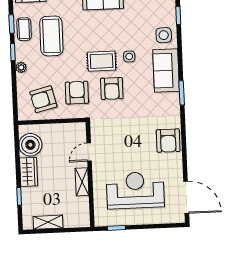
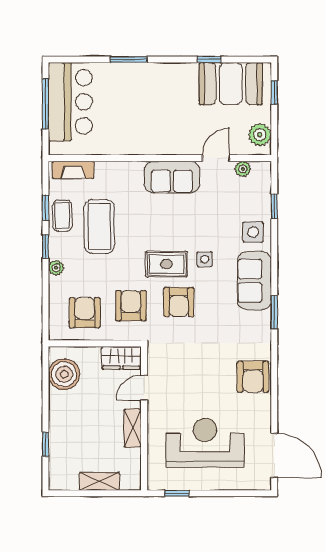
armchair: (43, 99) -> (85, 313), turned 104
wardrobe: (29, 172) -> (121, 358), moved, turned 90
shelving: (48, 222) -> (99, 481), moved

